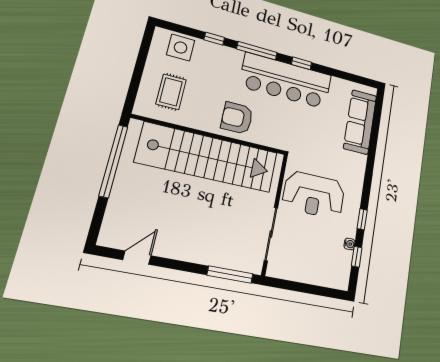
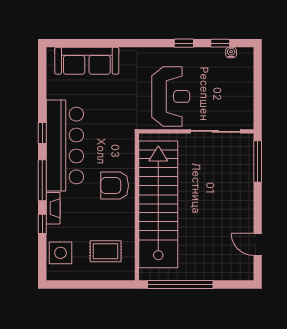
fireplace: (227, 53) -> (53, 208), added
armchair: (237, 118) -> (115, 186), turned 90
water cooler: (349, 244) -> (231, 53), moved

